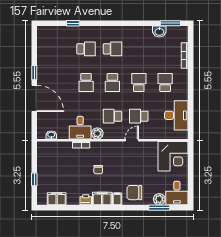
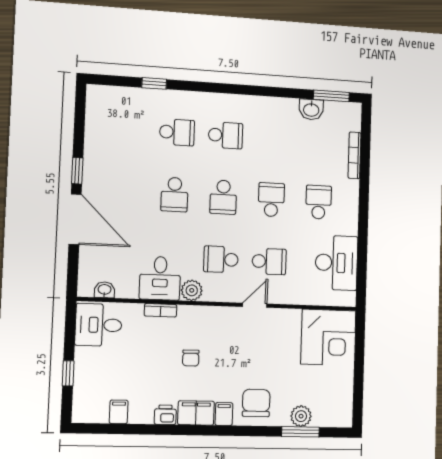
school desk: (139, 116) -> (269, 261), turned 180
chair: (134, 193) -> (256, 403), turned 90
desk: (177, 193) -> (99, 325), moved, turned 90
filing cabinet: (57, 199) -> (119, 412), width x0.50

